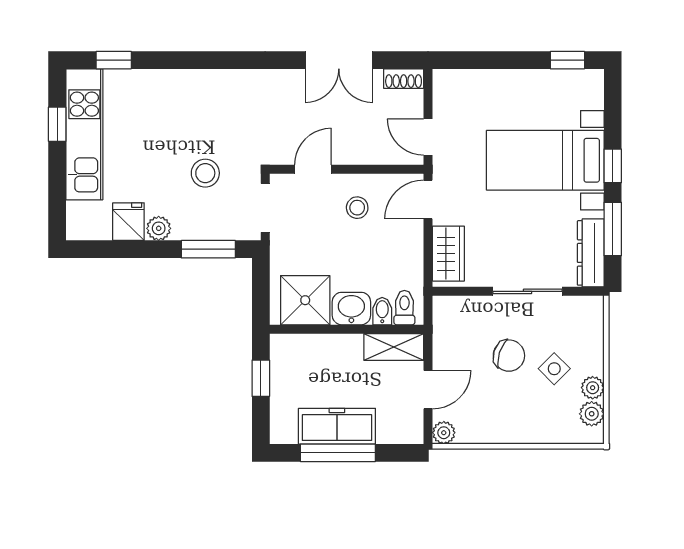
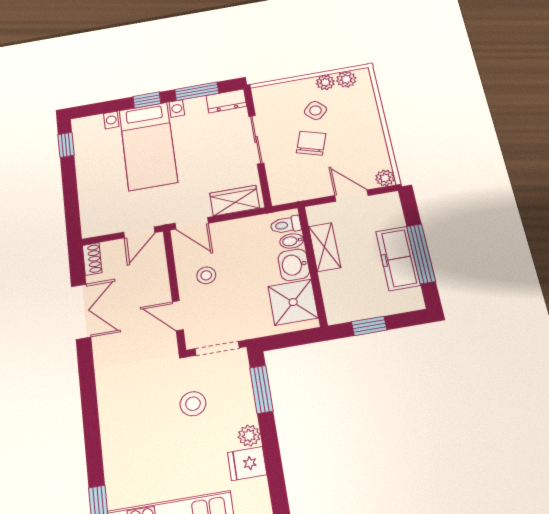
dresser: (591, 253) -> (226, 101), width x0.70
shelving: (394, 347) -> (325, 247), moved

